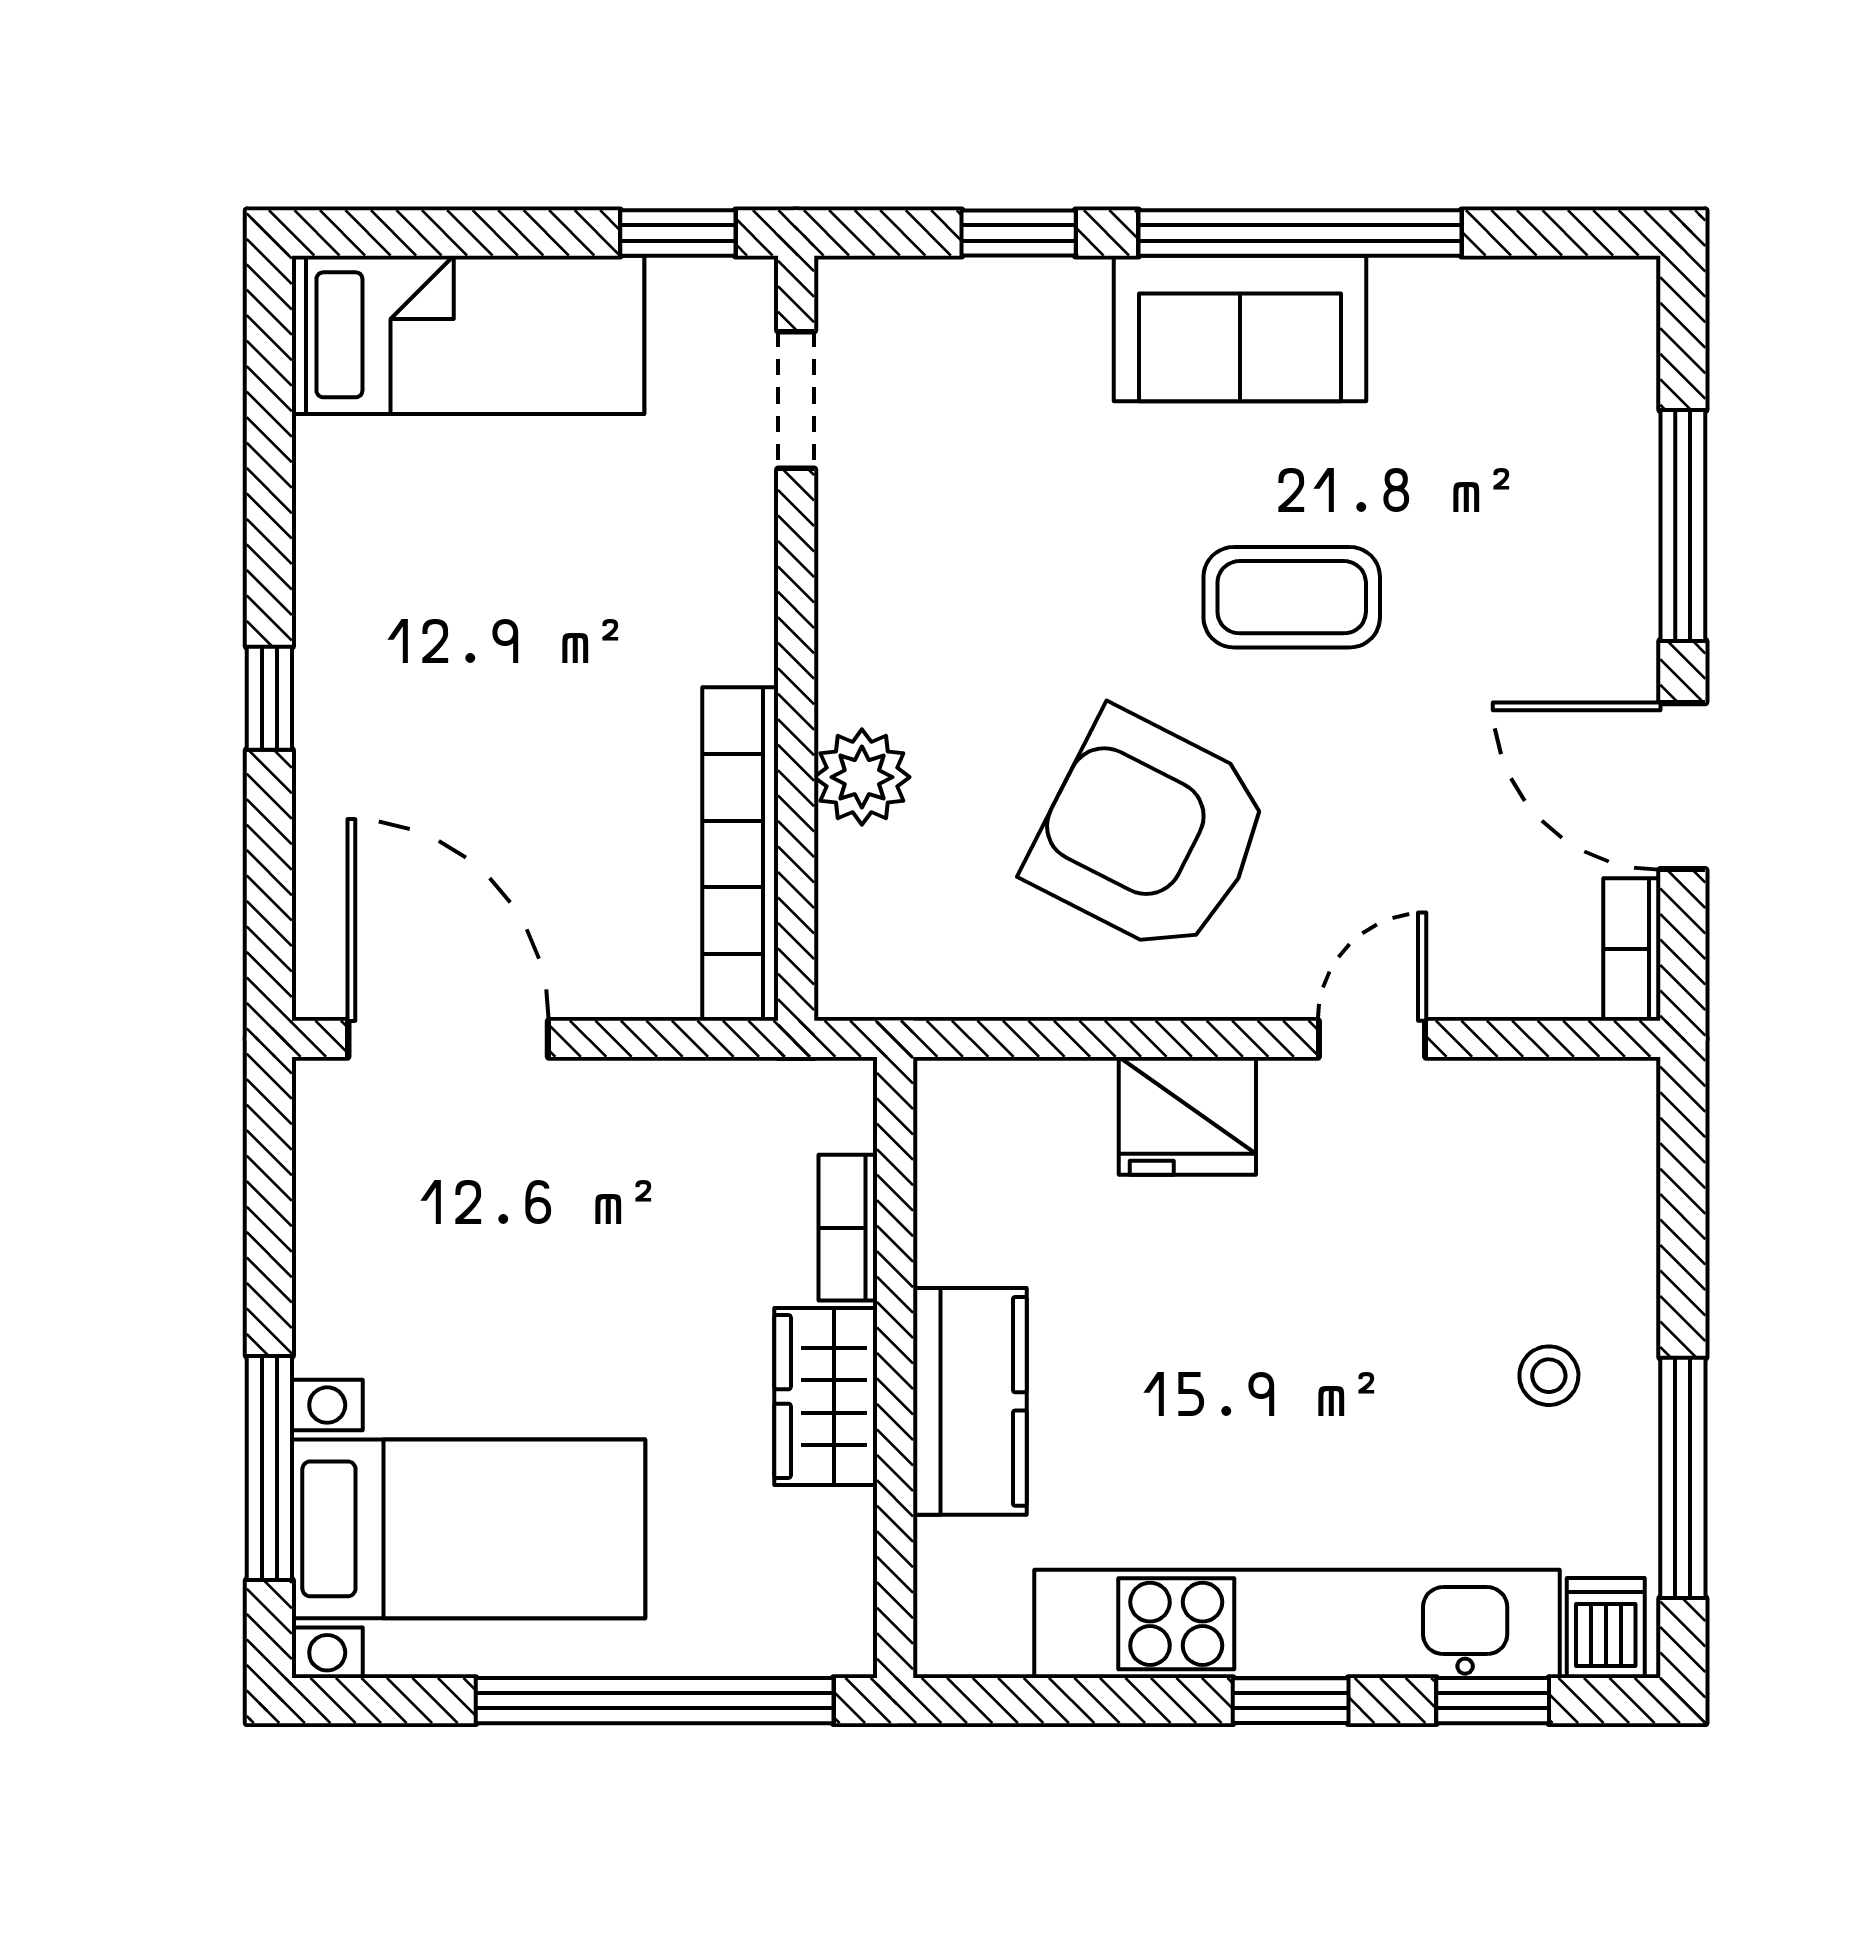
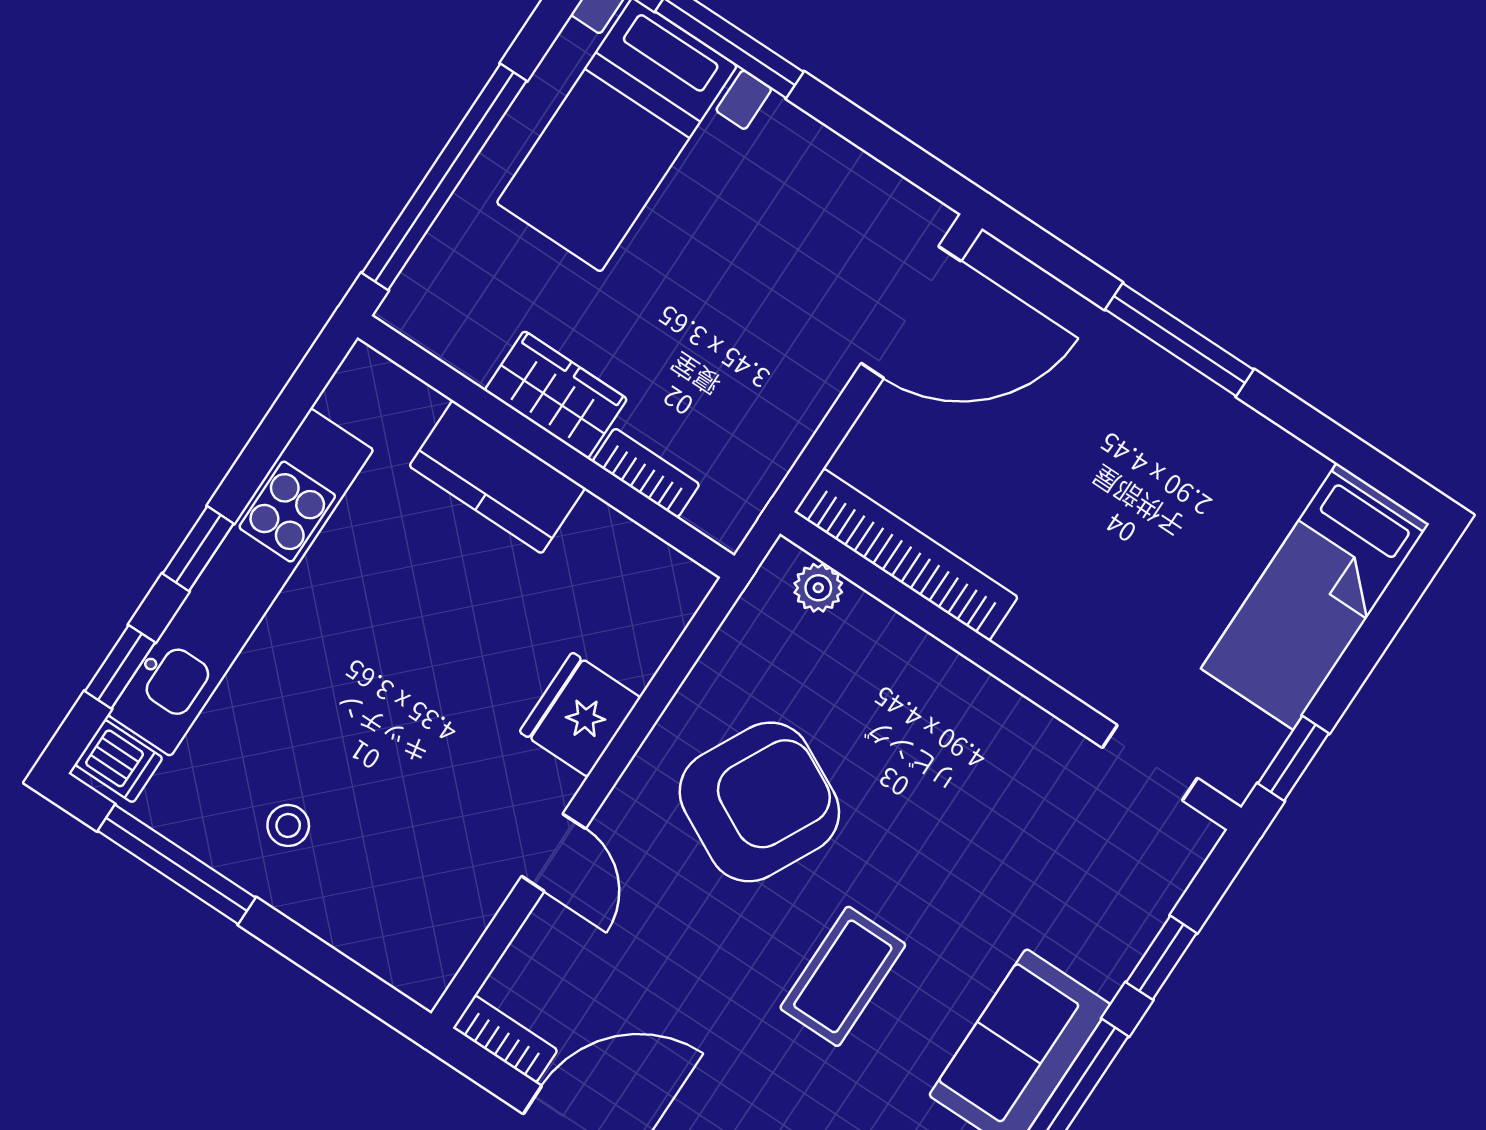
window: (269, 698) -> (1179, 340), width x2.17
plant: (862, 777) -> (818, 588), moved, width x0.73, depth x0.73

